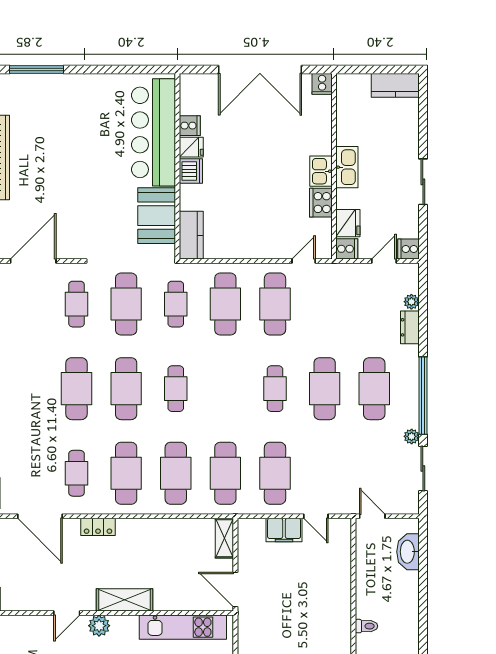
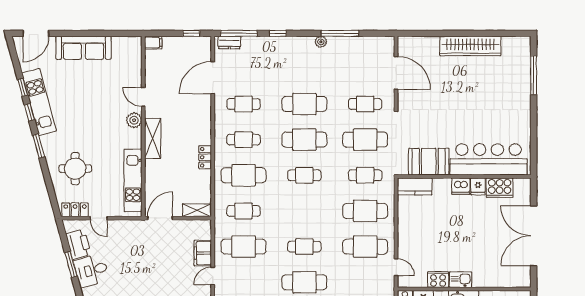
cooker: (322, 84) -> (523, 280), removed
cooker: (190, 126) -> (500, 188), width x1.87, depth x1.31
cafe table: (126, 473) -> (244, 140), width x0.73, depth x0.74
cafe table: (225, 473) -> (244, 211), width x0.73, depth x0.74
locker: (98, 527) -> (205, 157), moved

